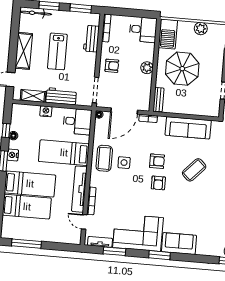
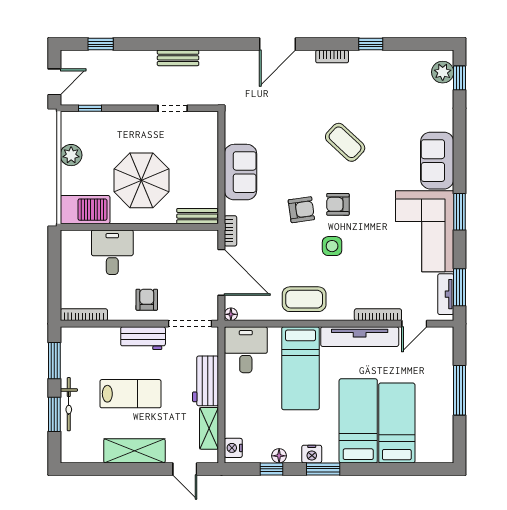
bicycle: (36, 13) -> (69, 404), moved
desk: (143, 30) -> (112, 252), moved
workbench: (91, 39) -> (143, 338), moved
plant: (147, 68) -> (145, 240), removed
nightstand: (46, 111) -> (233, 448), moved
sofa: (188, 128) -> (240, 172), width x0.73
armchair: (157, 161) -> (301, 210), turned 82
side table: (124, 163) -> (332, 246), moved
coffee table: (194, 170) -> (345, 142), moved
armchair: (158, 183) -> (338, 204), turned 180
window: (26, 244) -> (460, 390), moved
window: (114, 251) -> (460, 287), moved
window: (159, 255) -> (460, 212), moved

